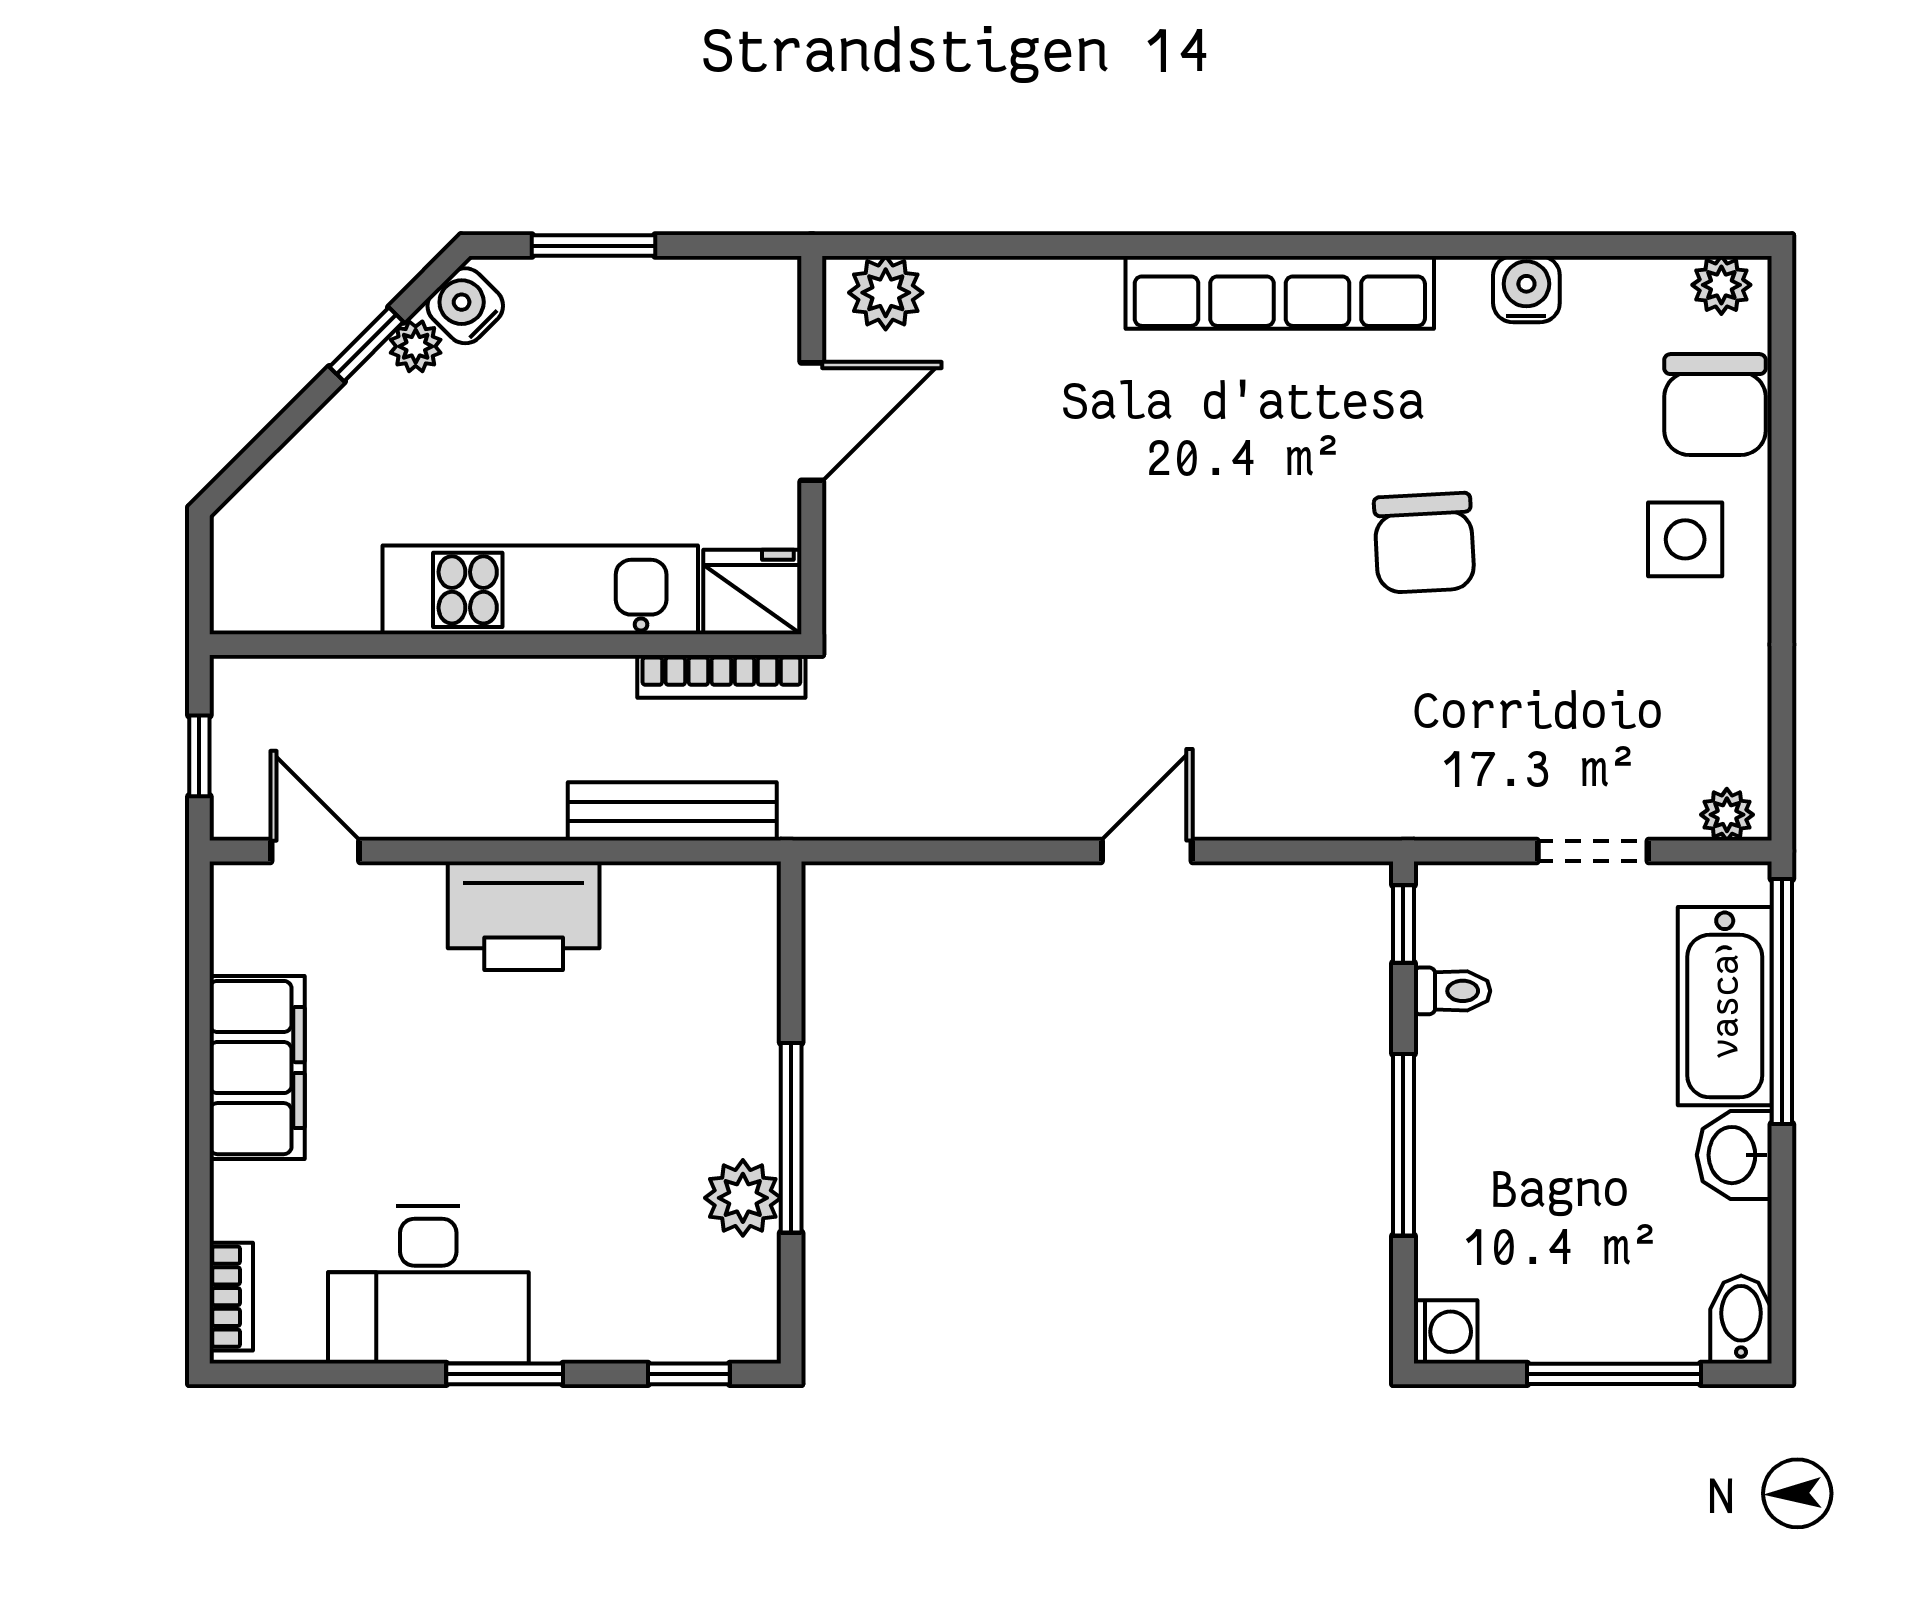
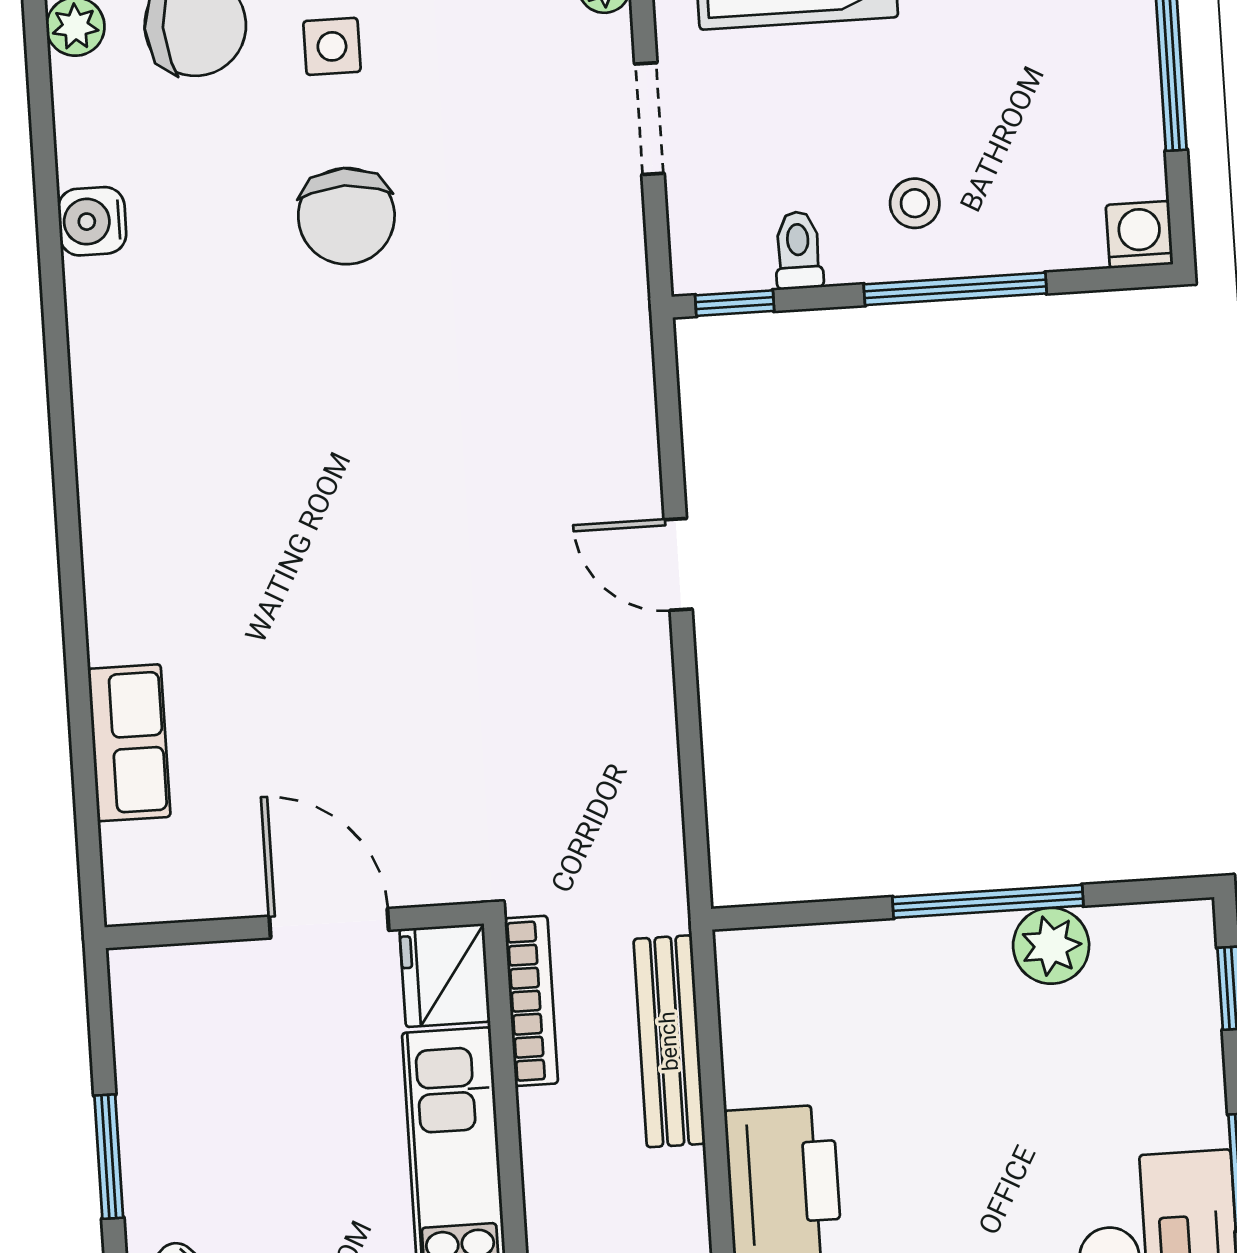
row of seats: (1280, 292) -> (129, 743), moved, width x0.50
plant: (886, 293) -> (137, 861), removed
door: (812, 422) -> (329, 923), moved
side table: (1685, 539) -> (332, 46), width x0.73, depth x0.73
chair: (1424, 543) -> (346, 216), moved, turned 93
stool: (1491, 1110) -> (915, 203), added

